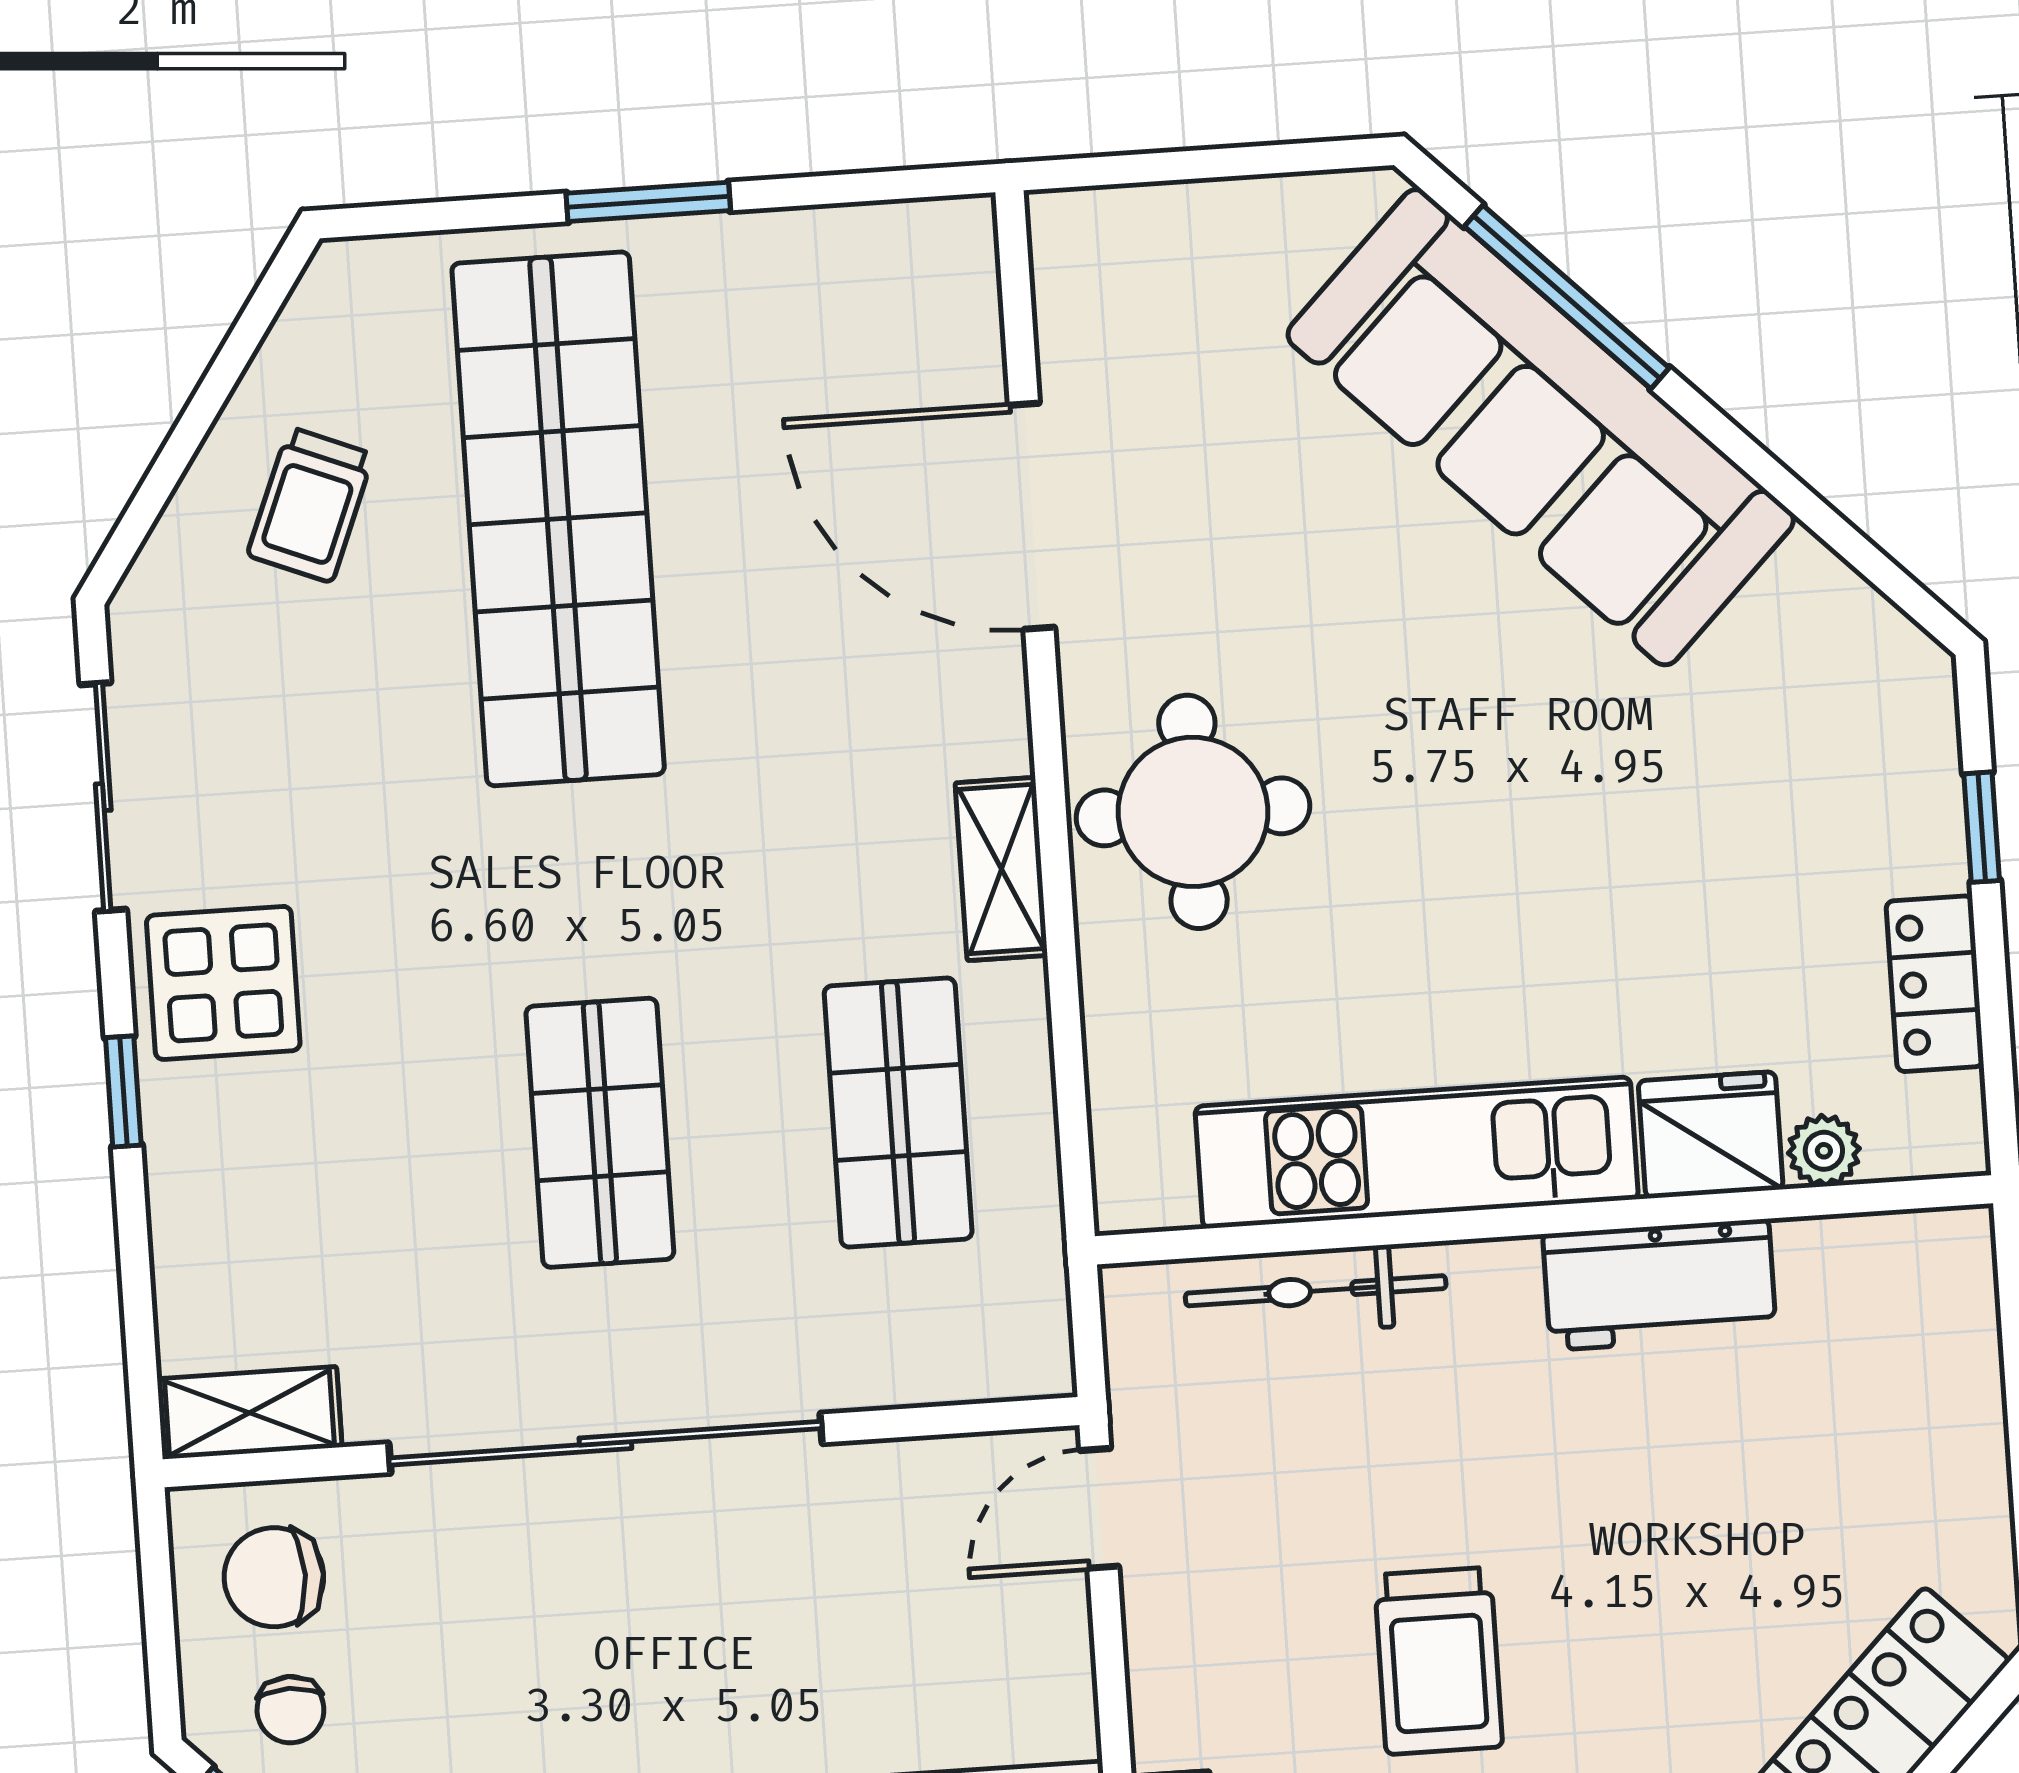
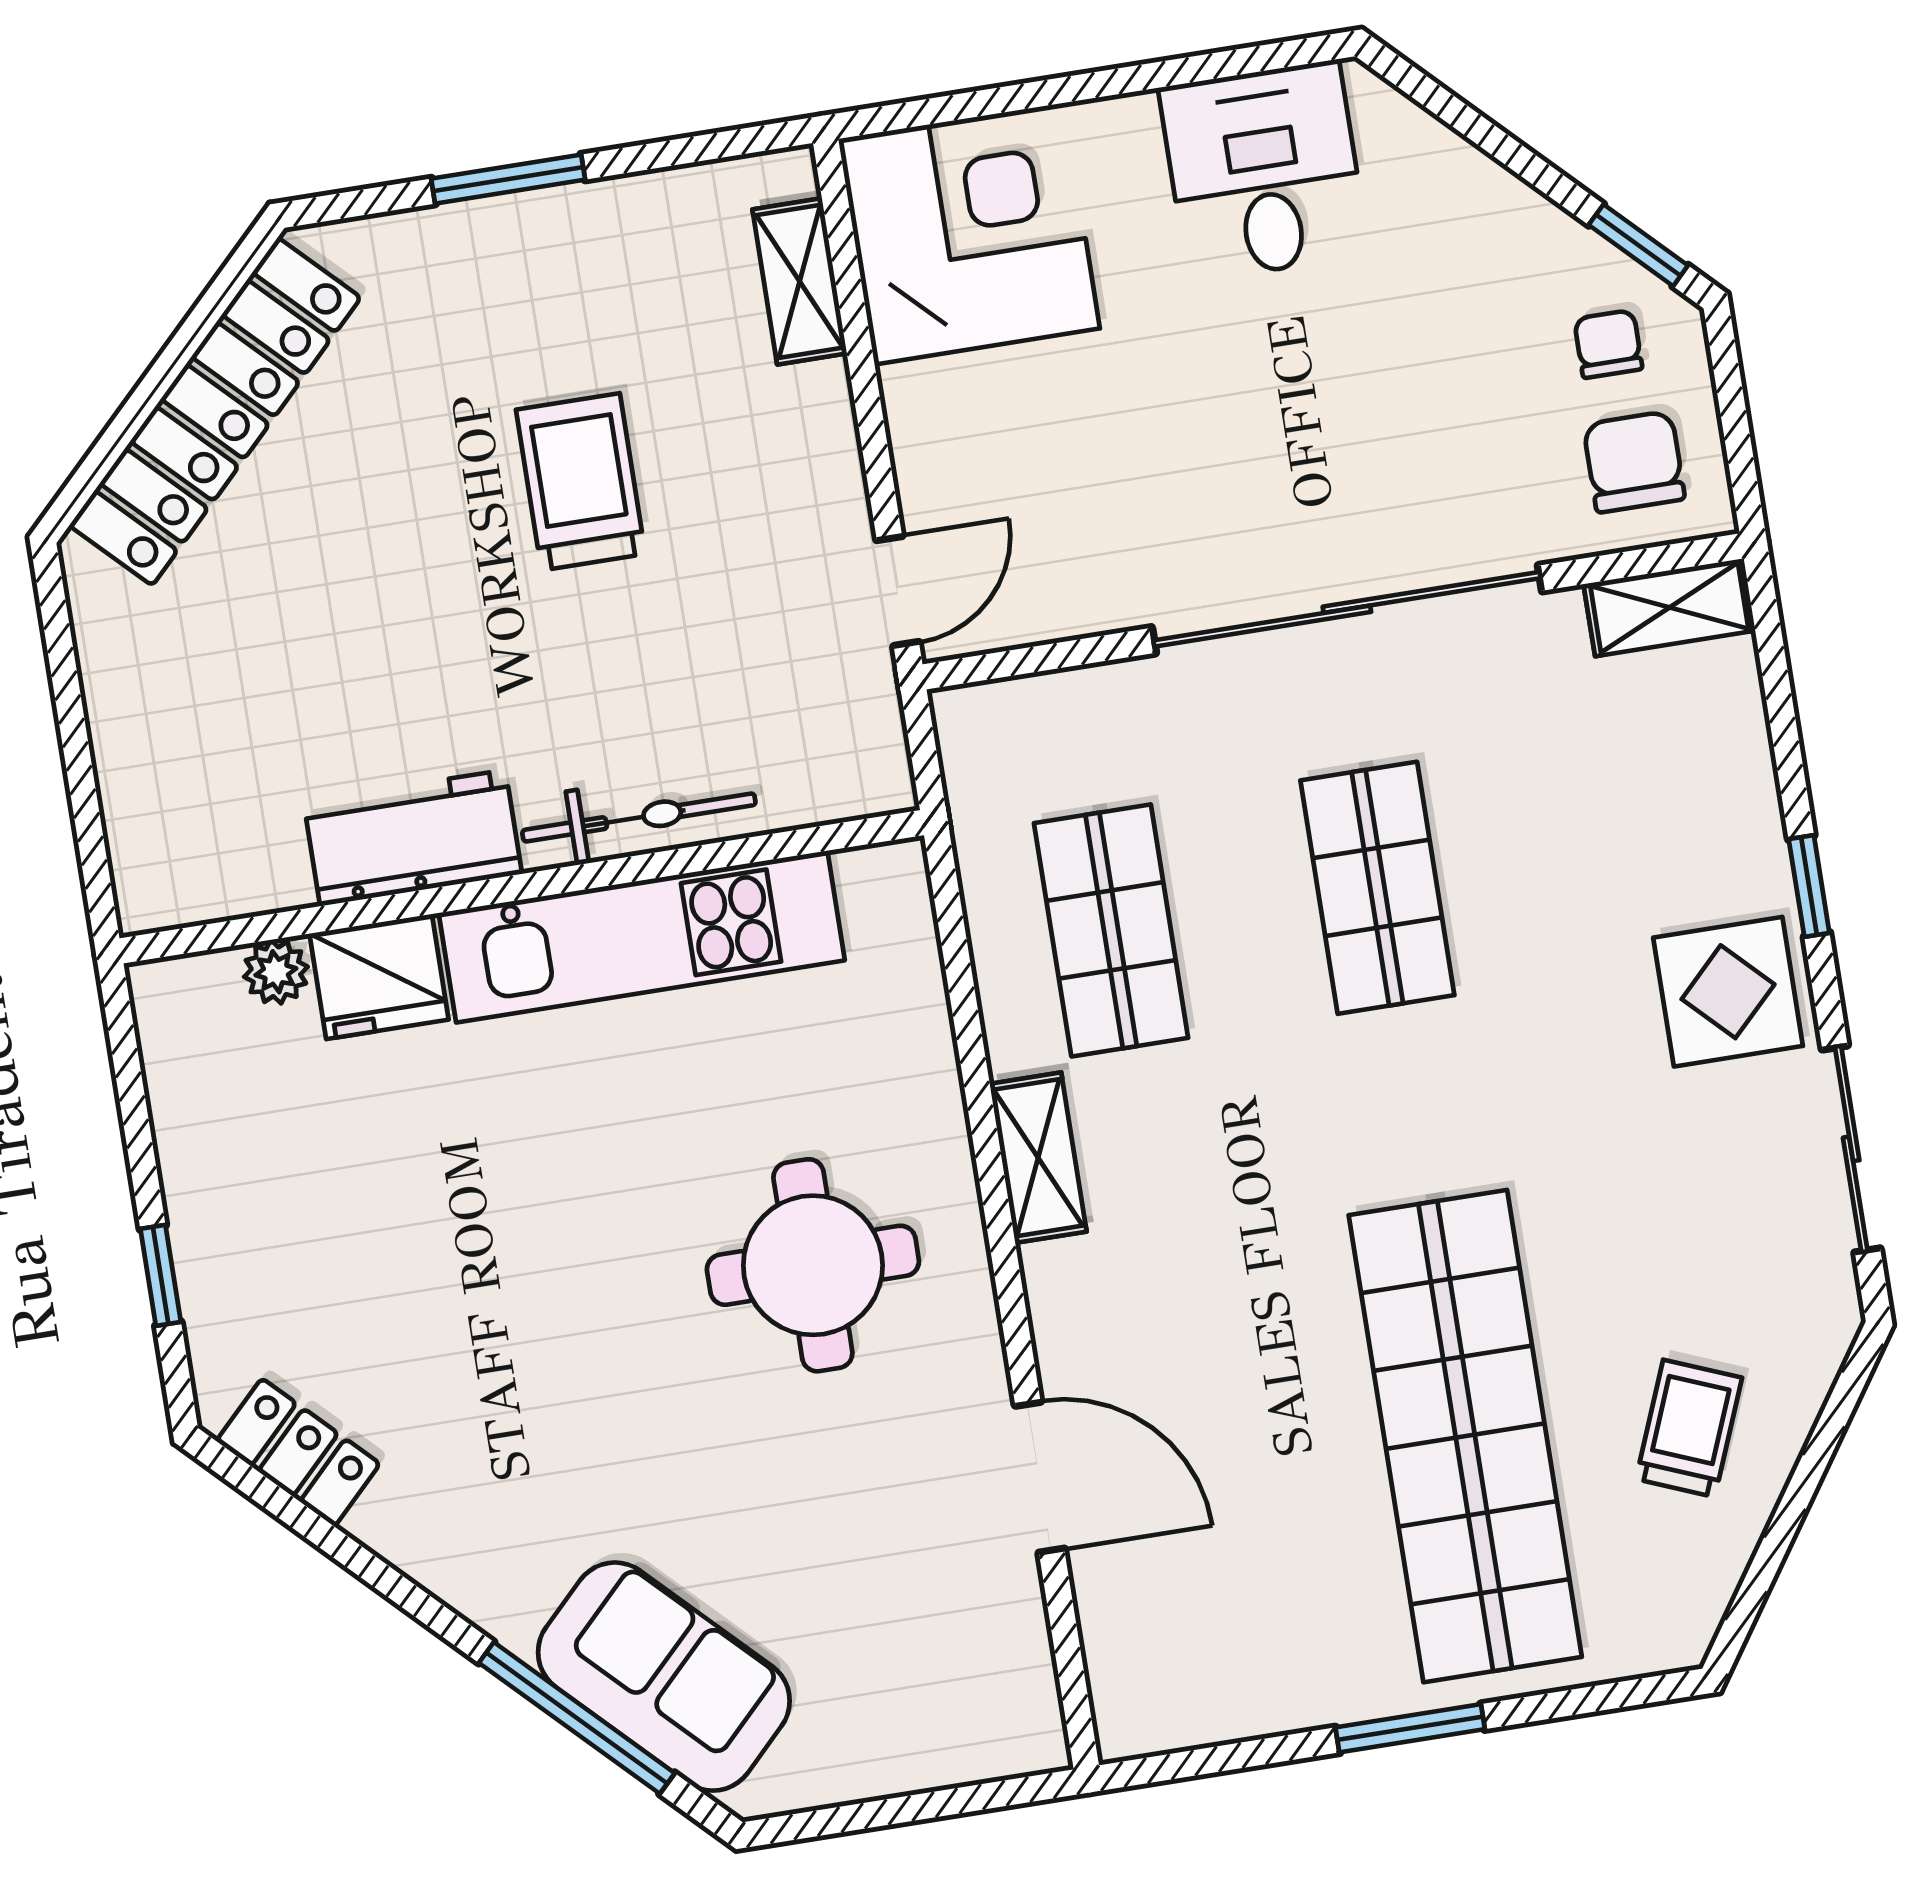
sofa: (1541, 427) -> (664, 1677), width x0.54, depth x0.79
door: (1032, 516) -> (1040, 1477), width x0.73
round table: (1193, 812) -> (813, 1265), moved
locker: (1935, 984) -> (298, 1452), moved, turned -45
bicycle: (1316, 1291) -> (639, 818), moved
chair: (274, 1577) -> (1634, 462), turned -90

